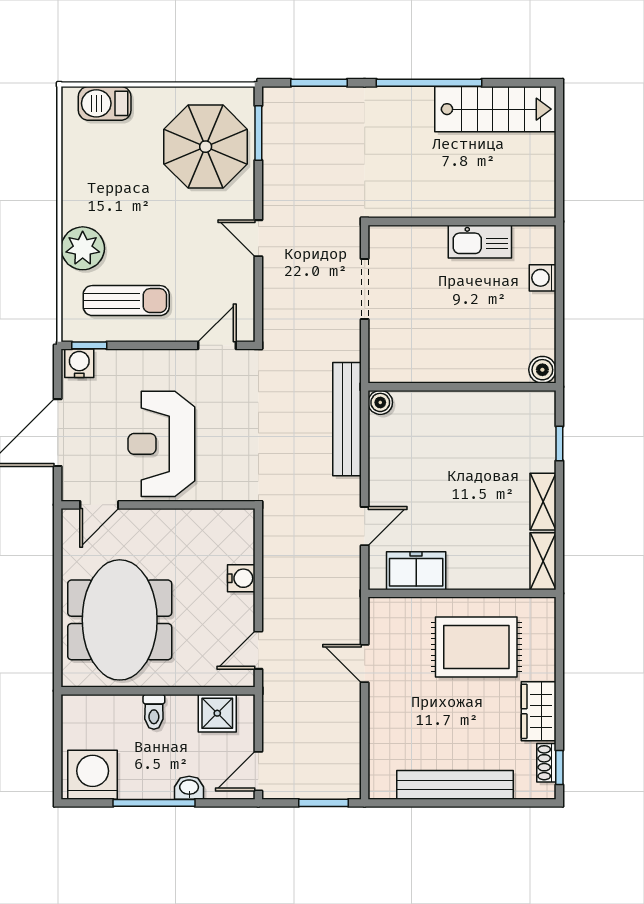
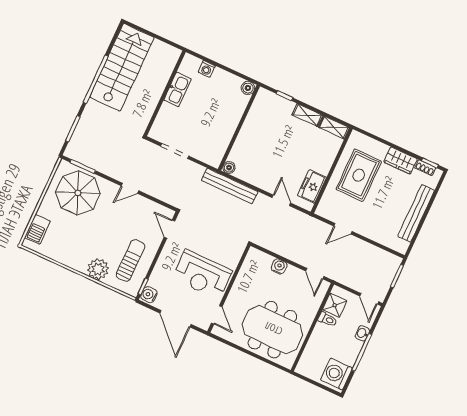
stairs: (495, 109) -> (122, 67), width x1.36, depth x1.51
toilet: (154, 712) -> (327, 319), moved

